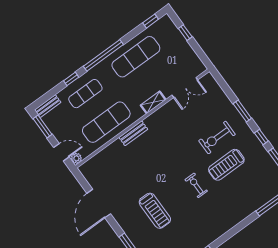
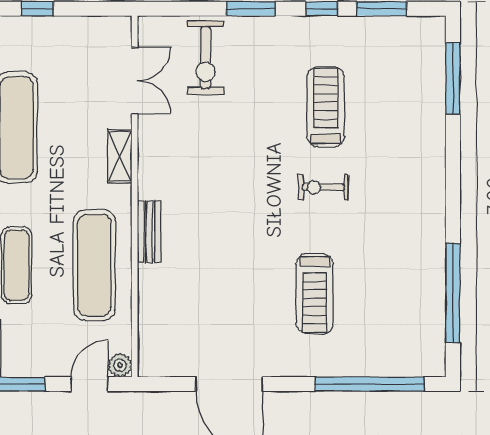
exercise bike: (217, 138) -> (206, 58), moved
treadmill: (226, 165) -> (326, 107), turned 180
treadmill: (155, 211) -> (315, 294), turned 90

